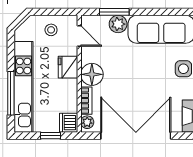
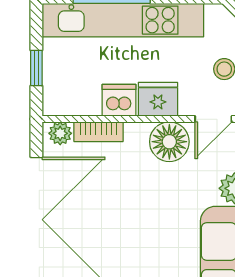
floor lamp: (92, 74) -> (169, 142), moved
dishwasher: (69, 123) -> (119, 100), moved

